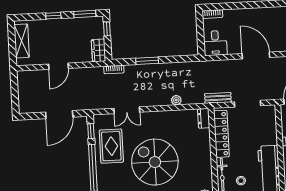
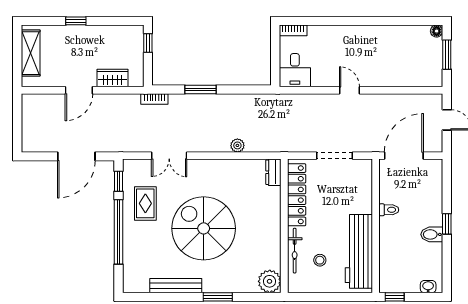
window: (85, 14) -> (119, 21), removed
wardrobe: (99, 50) -> (113, 78), moved, turned 90
door: (256, 55) -> (350, 90), width x0.53
bench: (218, 98) -> (294, 145), removed
rug: (111, 146) -> (145, 203), width x0.73, depth x0.70

